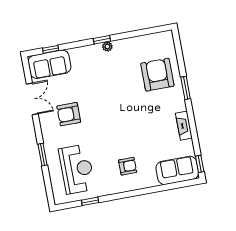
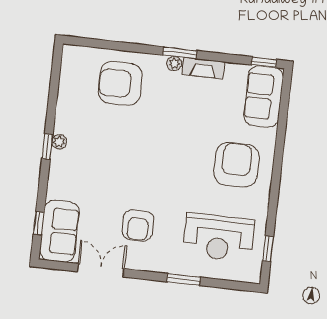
window: (186, 88) -> (180, 53), moved
plant: (181, 106) -> (174, 63), added
armchair: (128, 166) -> (236, 165), width x1.88, depth x1.88
reception desk: (77, 169) -> (219, 237), turned 180
window: (90, 201) -> (268, 249), moved

